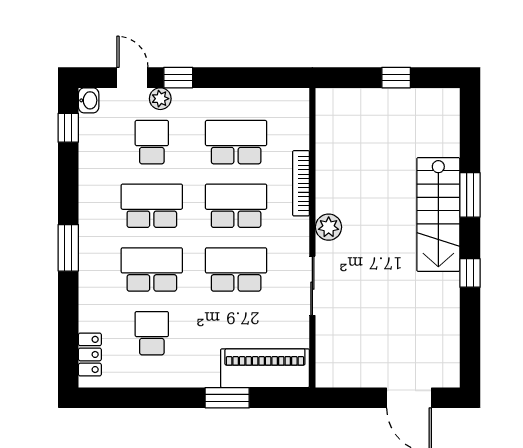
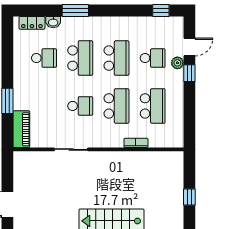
washbasin: (89, 100) -> (53, 22), moved
bookcase: (301, 183) -> (136, 143), width x0.64
plant: (329, 227) -> (104, 159), removed
window: (68, 248) -> (75, 11), moved
school desk: (236, 269) -> (80, 106), width x0.54
piano: (265, 368) -> (21, 129), width x0.73, depth x0.75

